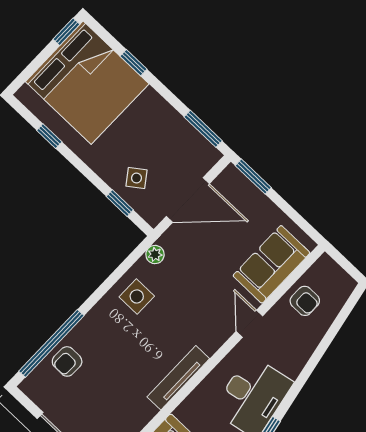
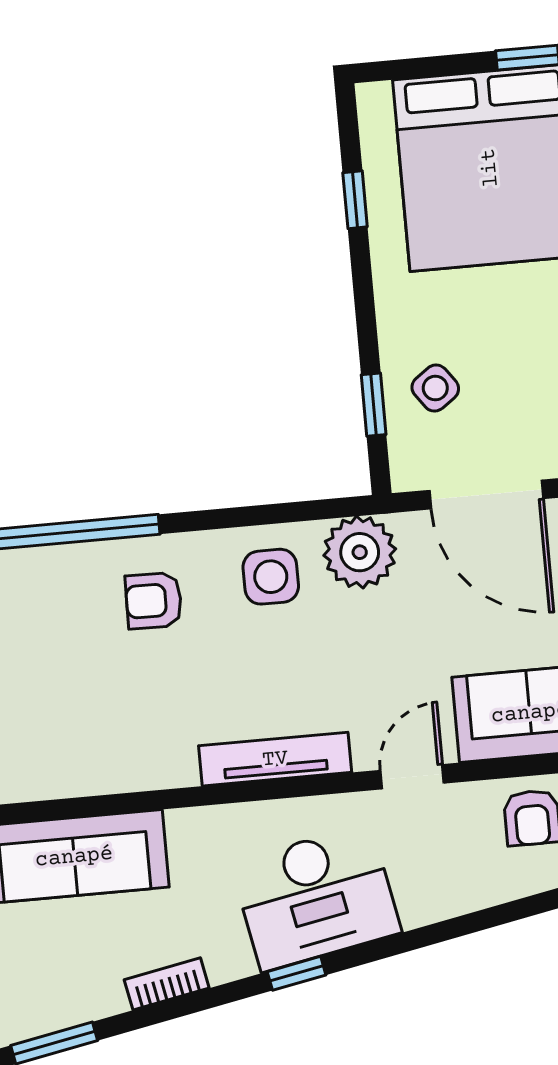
plant: (155, 255) -> (360, 552), width x1.87, depth x1.87
armchair: (67, 361) -> (154, 601), moved
tv unit: (178, 378) -> (275, 759), moved

